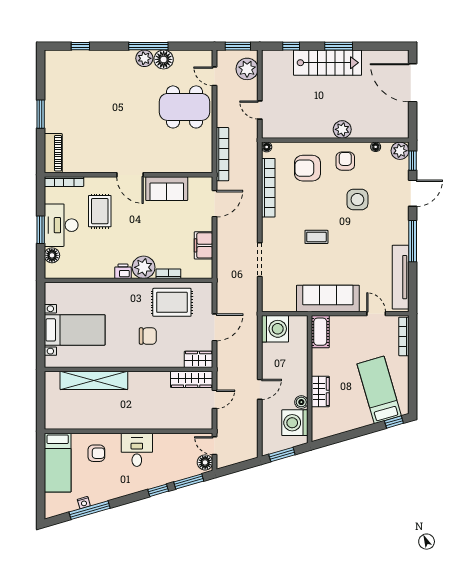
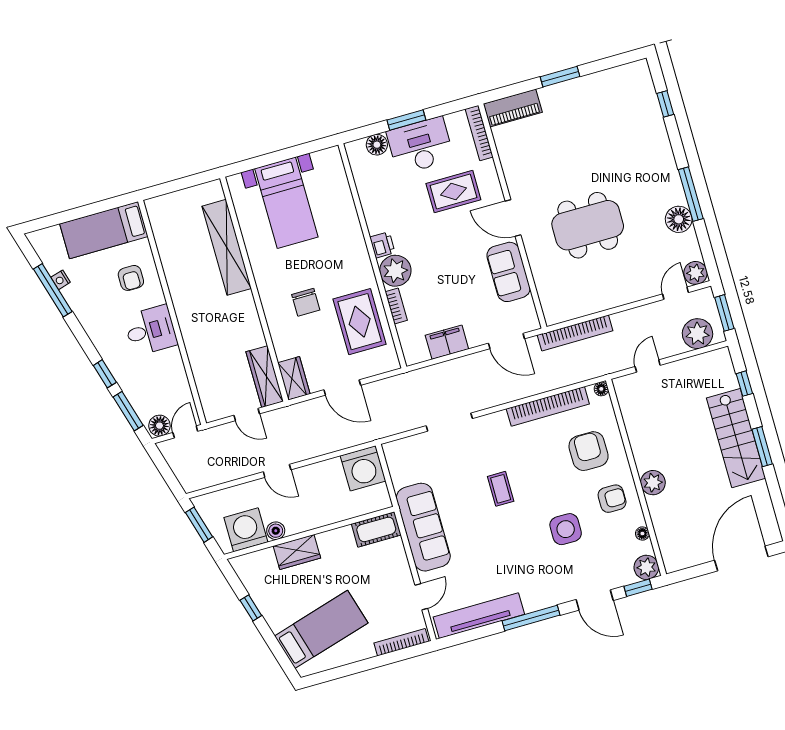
plant: (144, 58) -> (696, 273), moved
dining table: (185, 107) -> (588, 225), moved, turned 90
door: (130, 175) -> (513, 218), hinge flipped
window: (394, 422) -> (251, 608), moved

